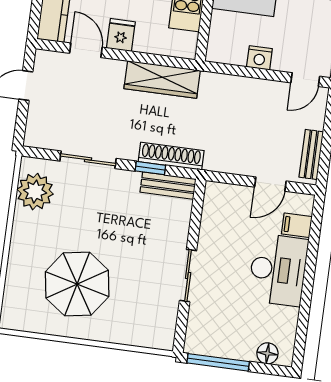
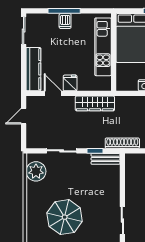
shoe rack: (171, 156) -> (122, 143), moved
sliding door: (188, 276) -> (122, 221), moved

